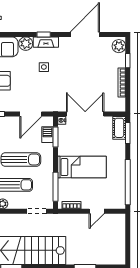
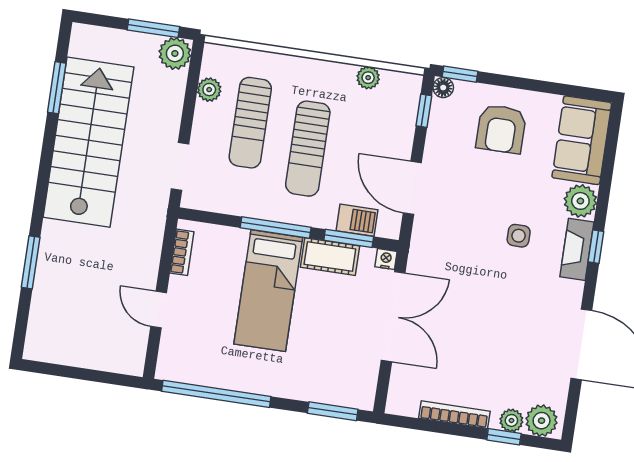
plant: (121, 59) -> (511, 420), added
cot: (119, 128) -> (330, 257), moved
window: (55, 187) -> (276, 227), moved

